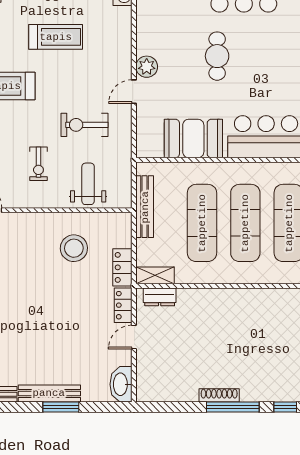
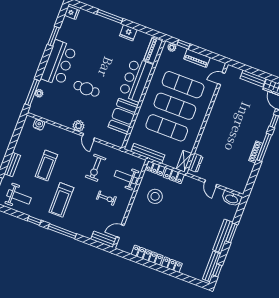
treadmill: (56, 37) -> (46, 166), turned 180
locker: (123, 305) -> (155, 168), moved

